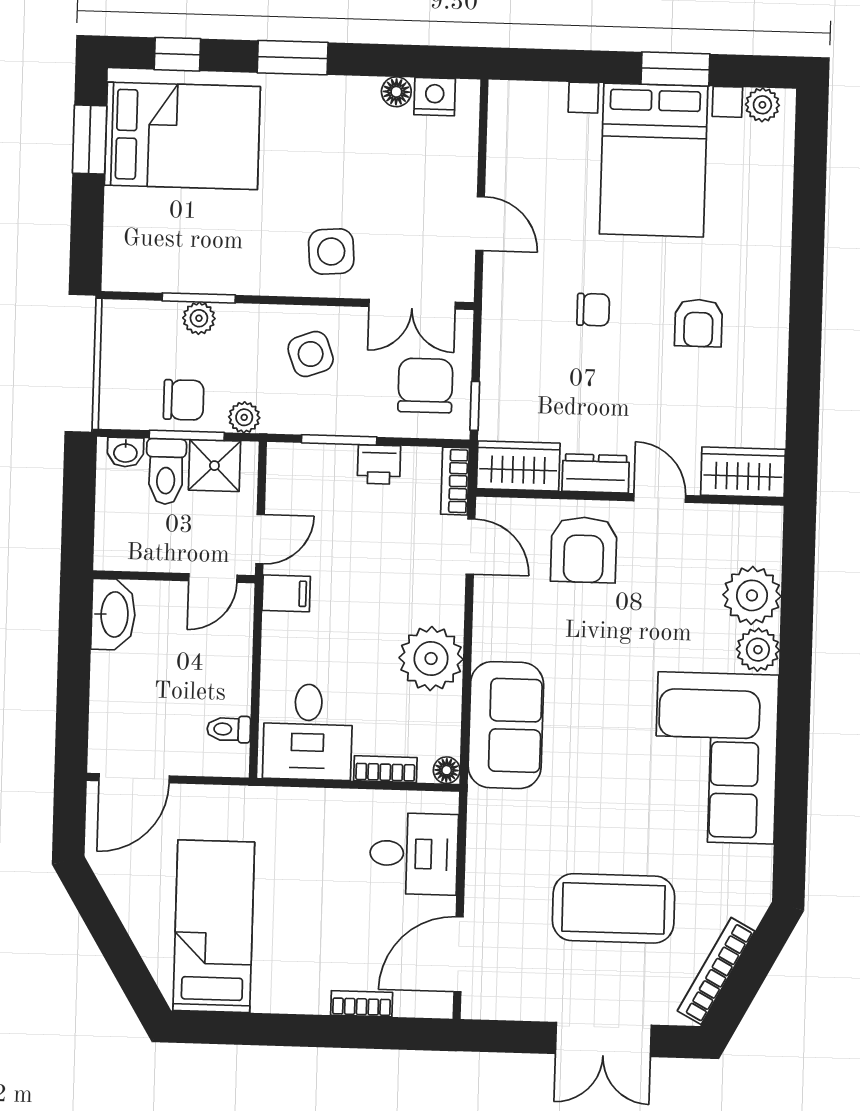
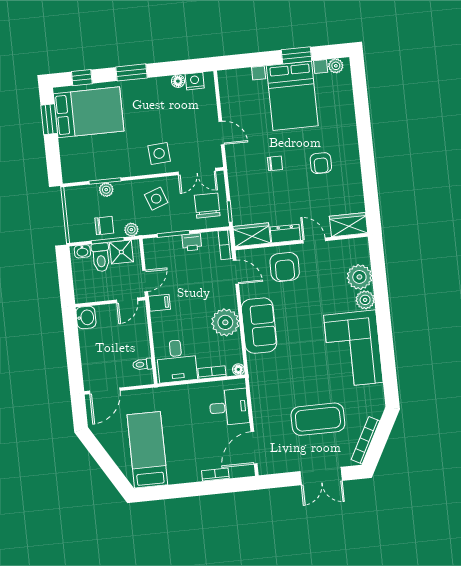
washbasin: (113, 614) -> (86, 317), width x0.72
sofa: (506, 725) -> (259, 326), moved

